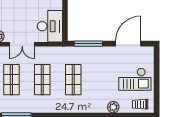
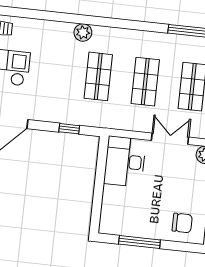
window: (88, 44) -> (69, 129), width x0.46
plant: (113, 107) -> (83, 33), moved

